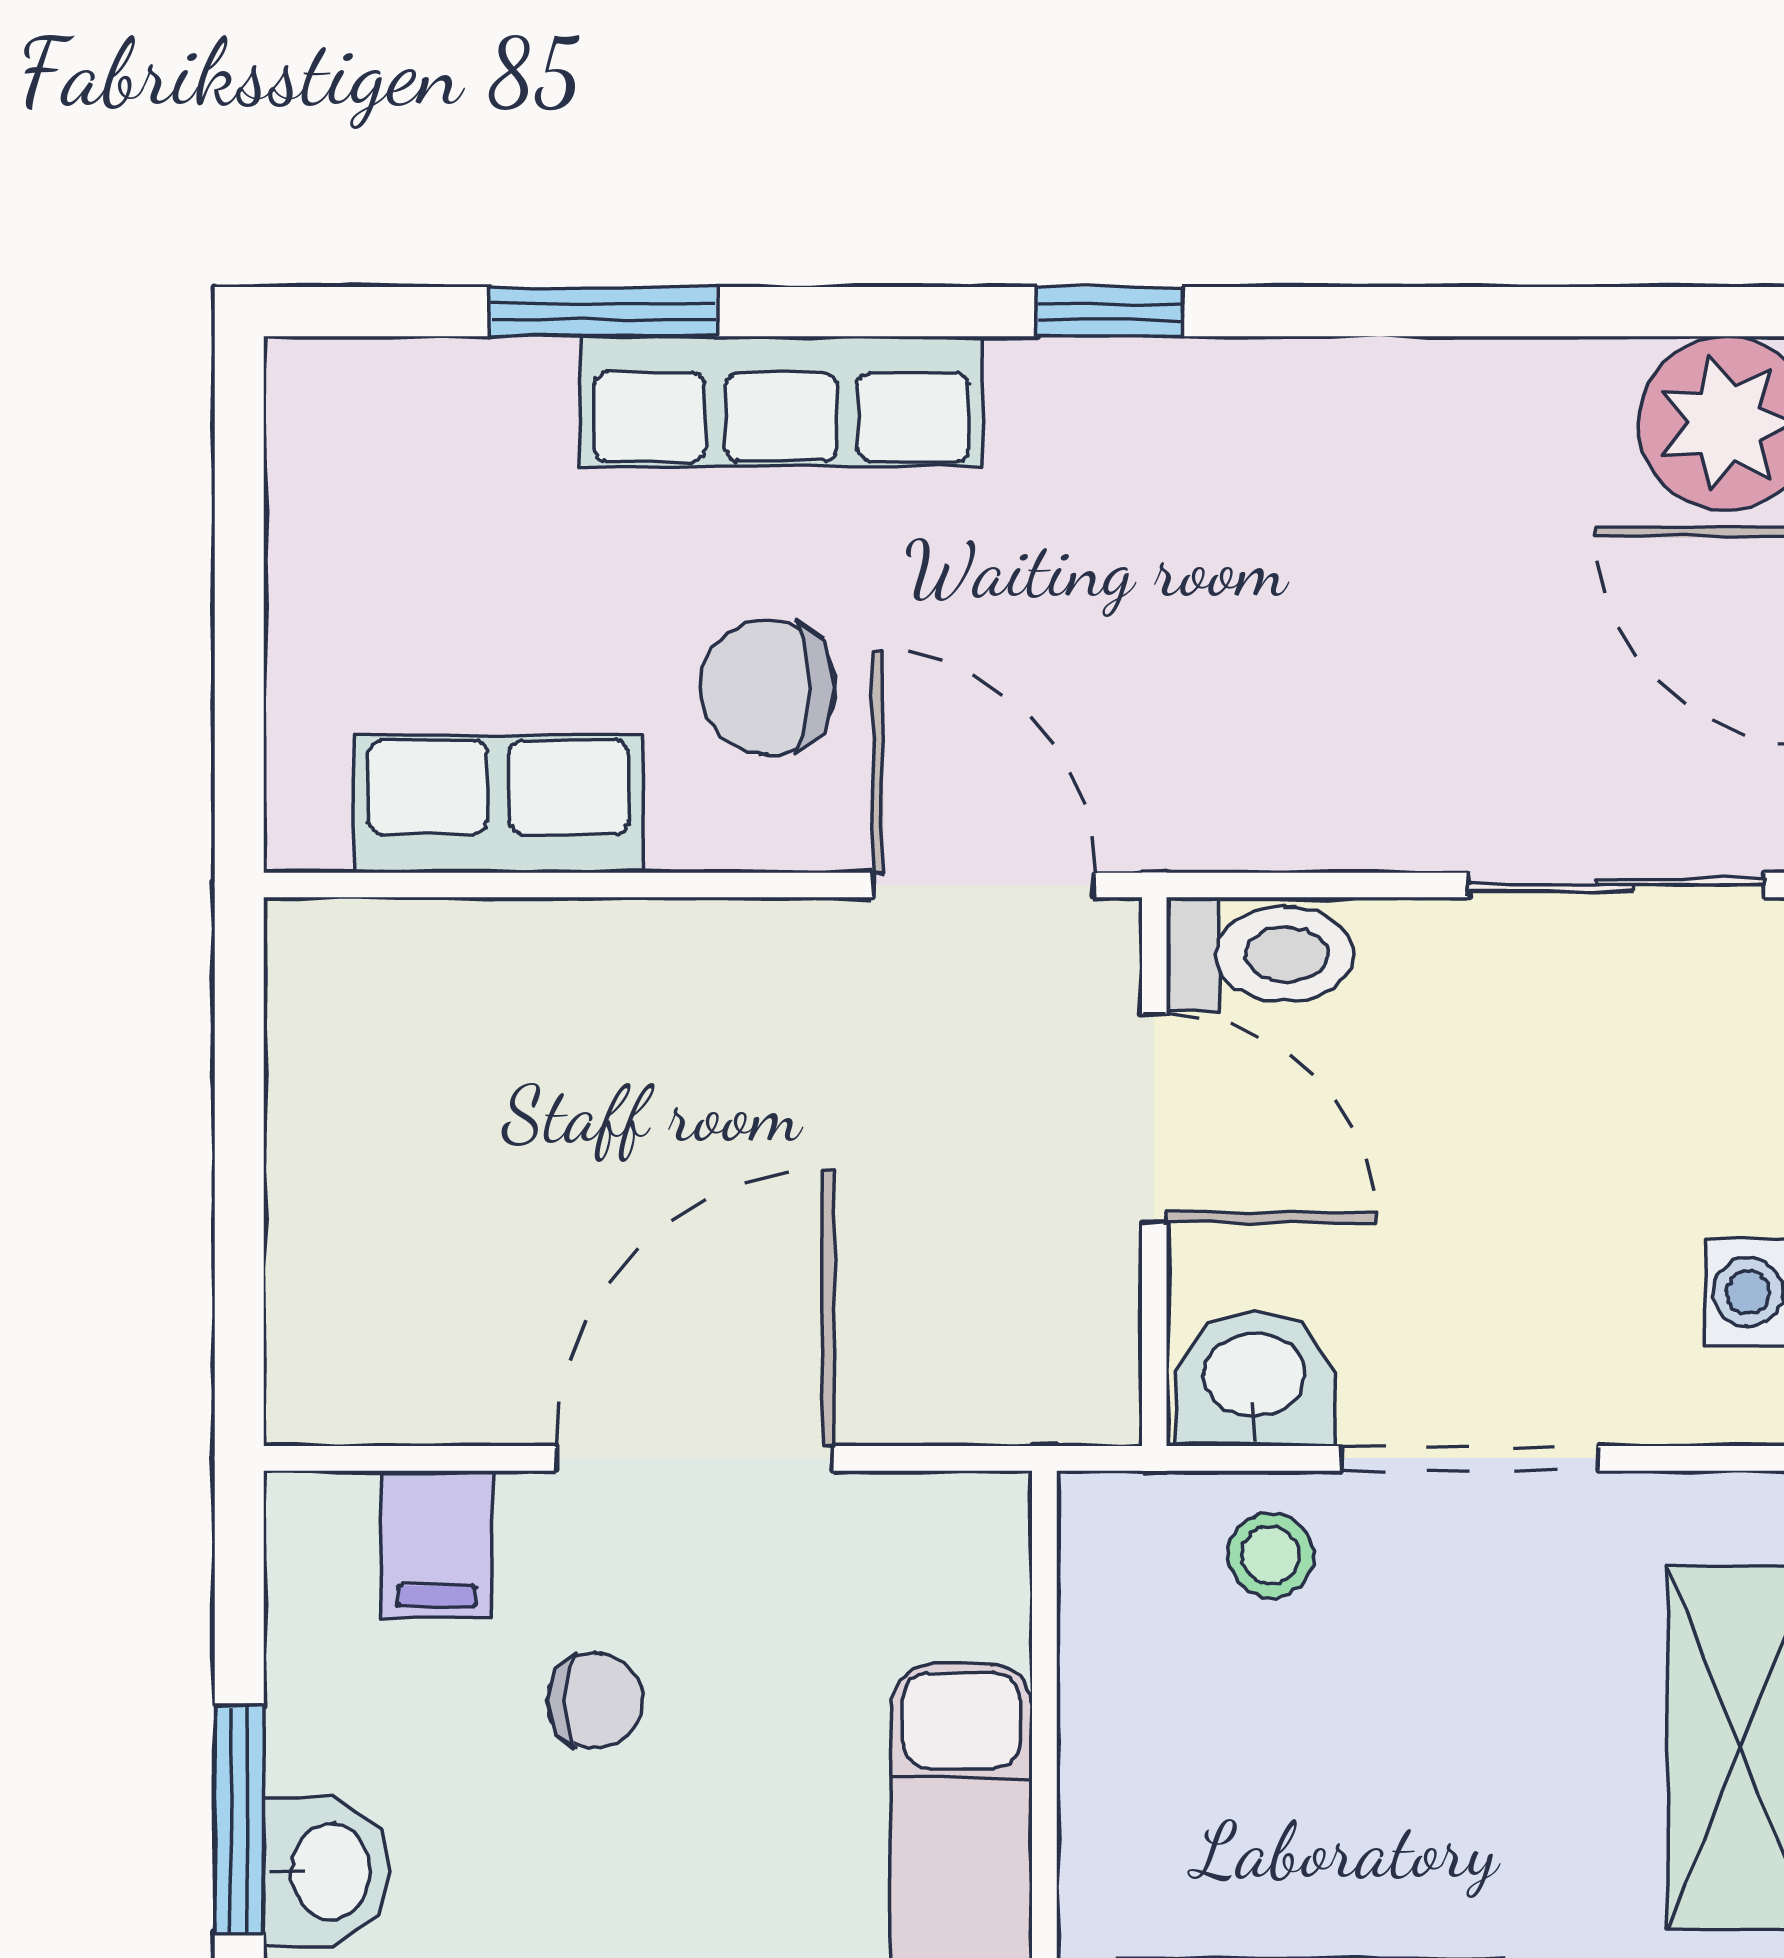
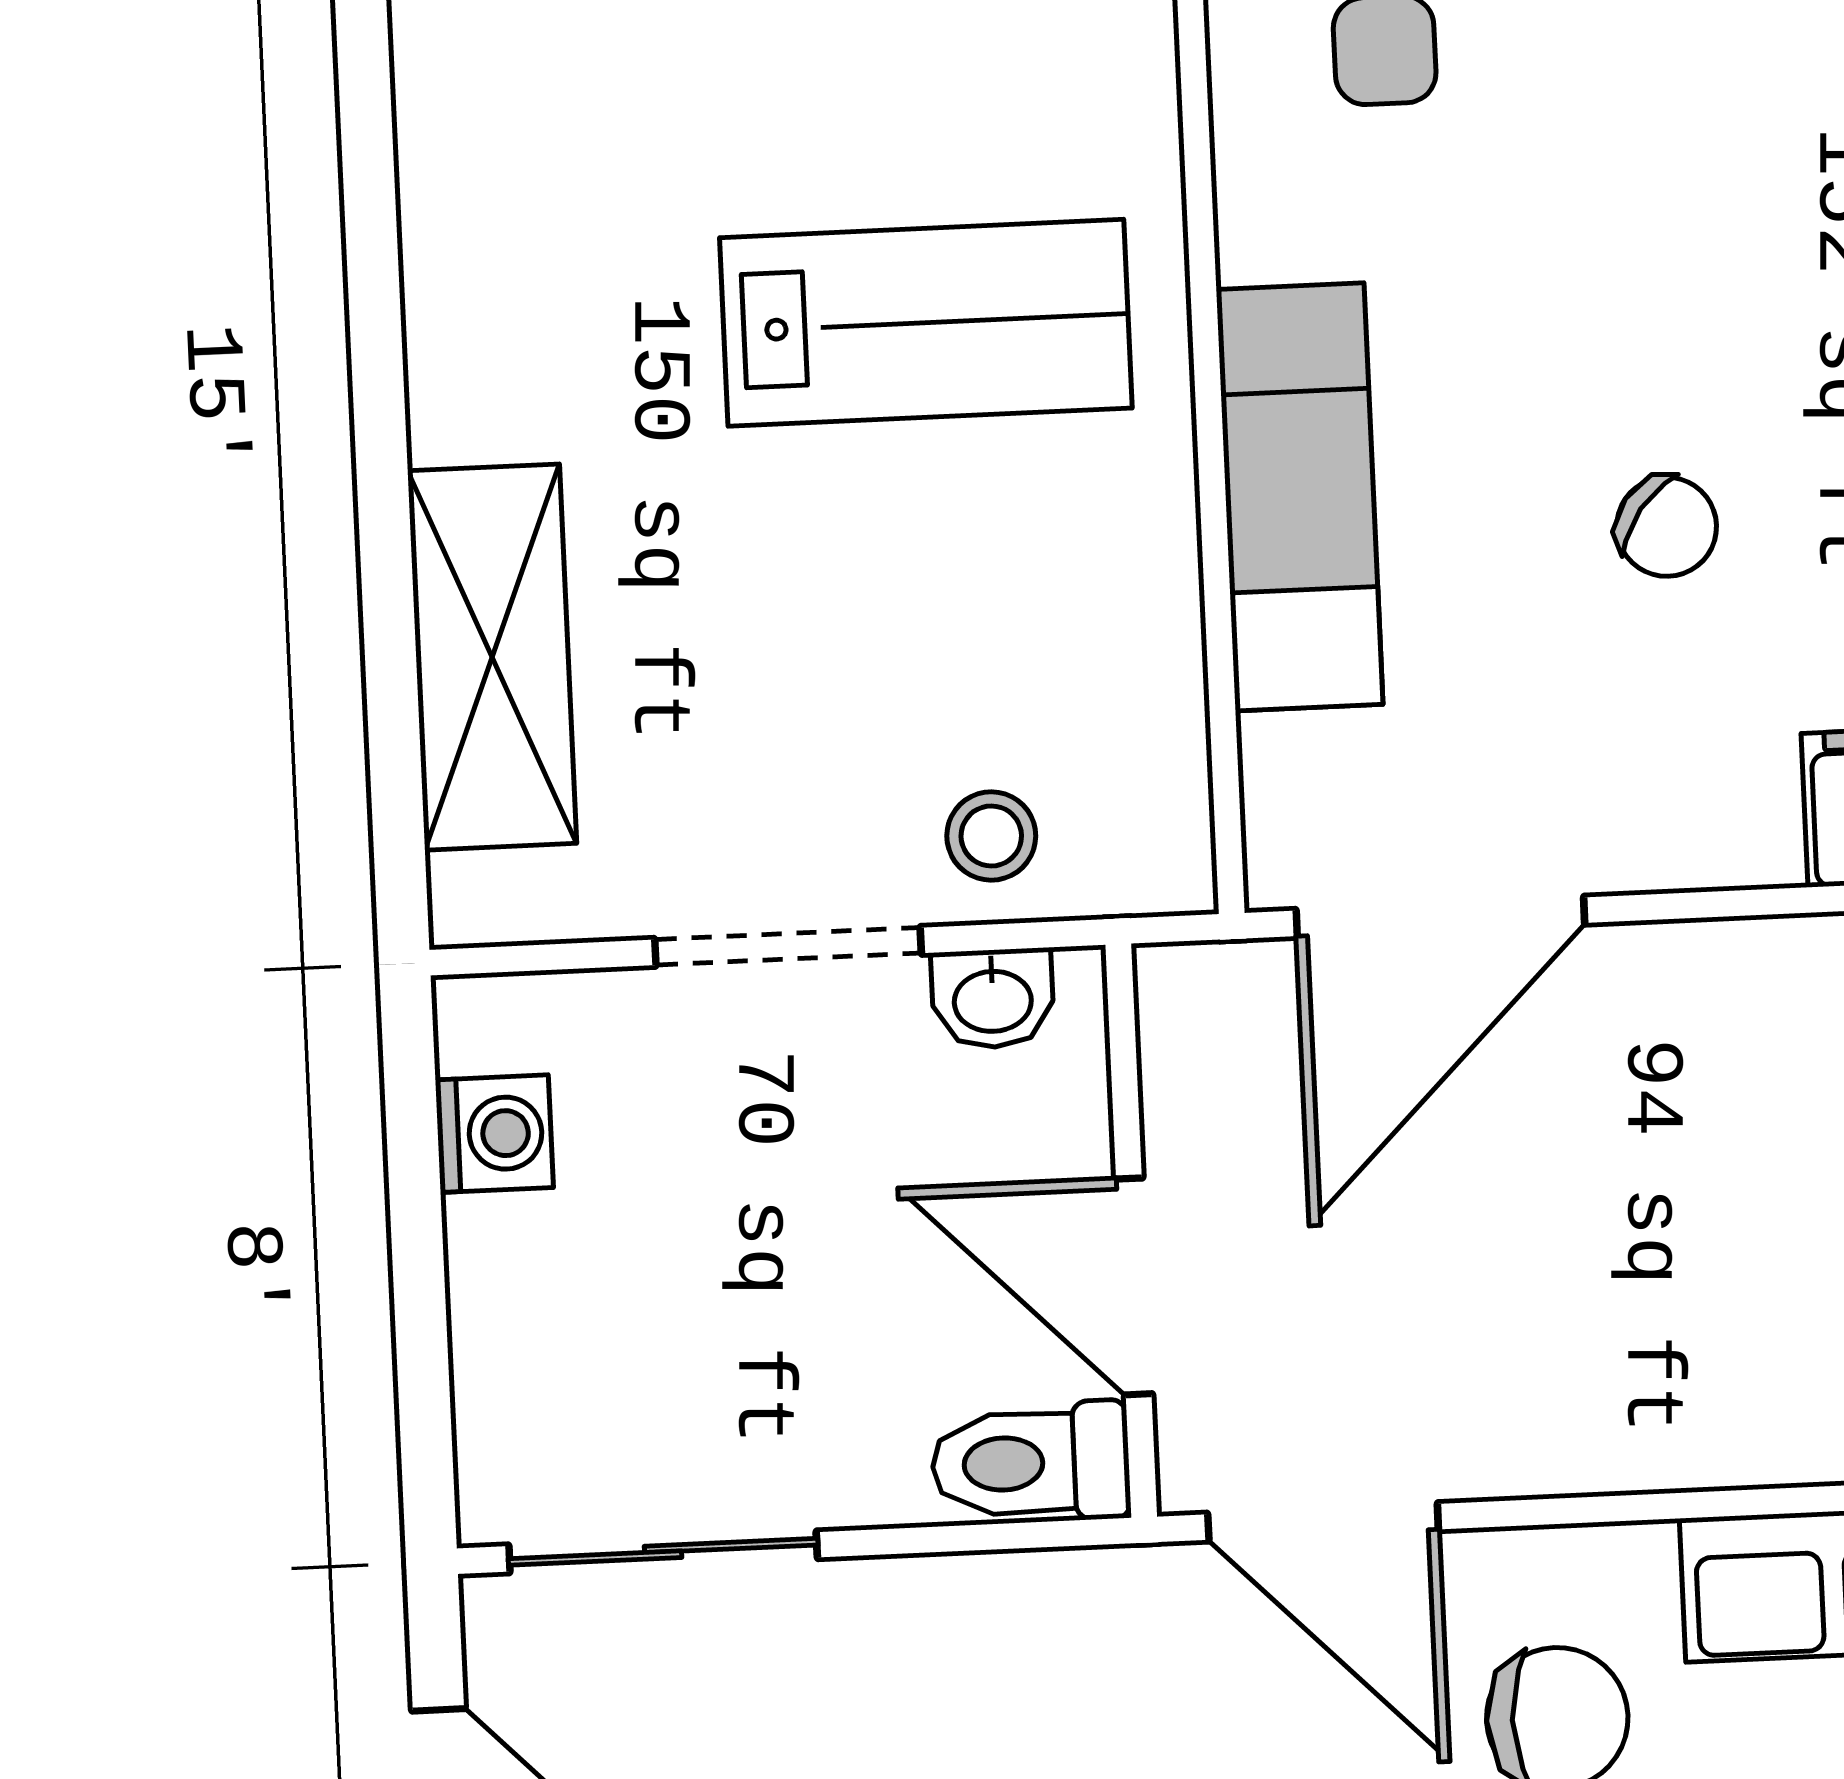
washbasin: (1255, 1379) -> (993, 998), width x0.72, depth x0.69
door: (695, 1458) -> (1440, 917), moved
chair: (595, 1700) -> (1667, 527), moved, turned -143

